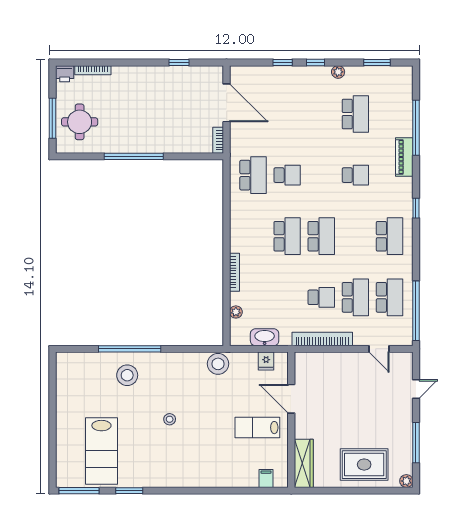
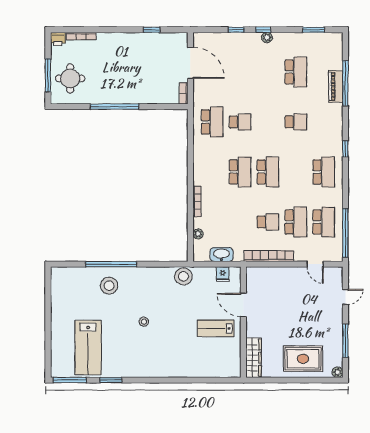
plant: (338, 72) -> (267, 38), moved
piano: (404, 157) -> (336, 86), moved
filing cabinet: (266, 478) -> (223, 370), removed

